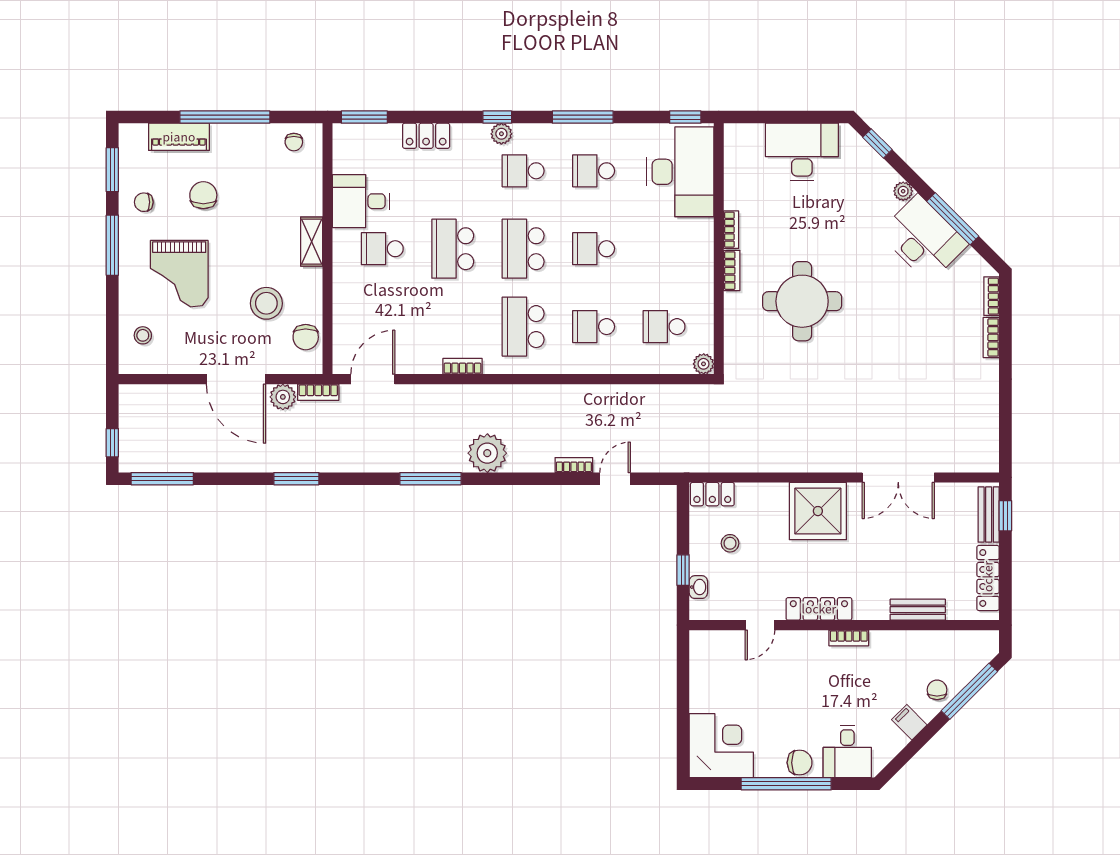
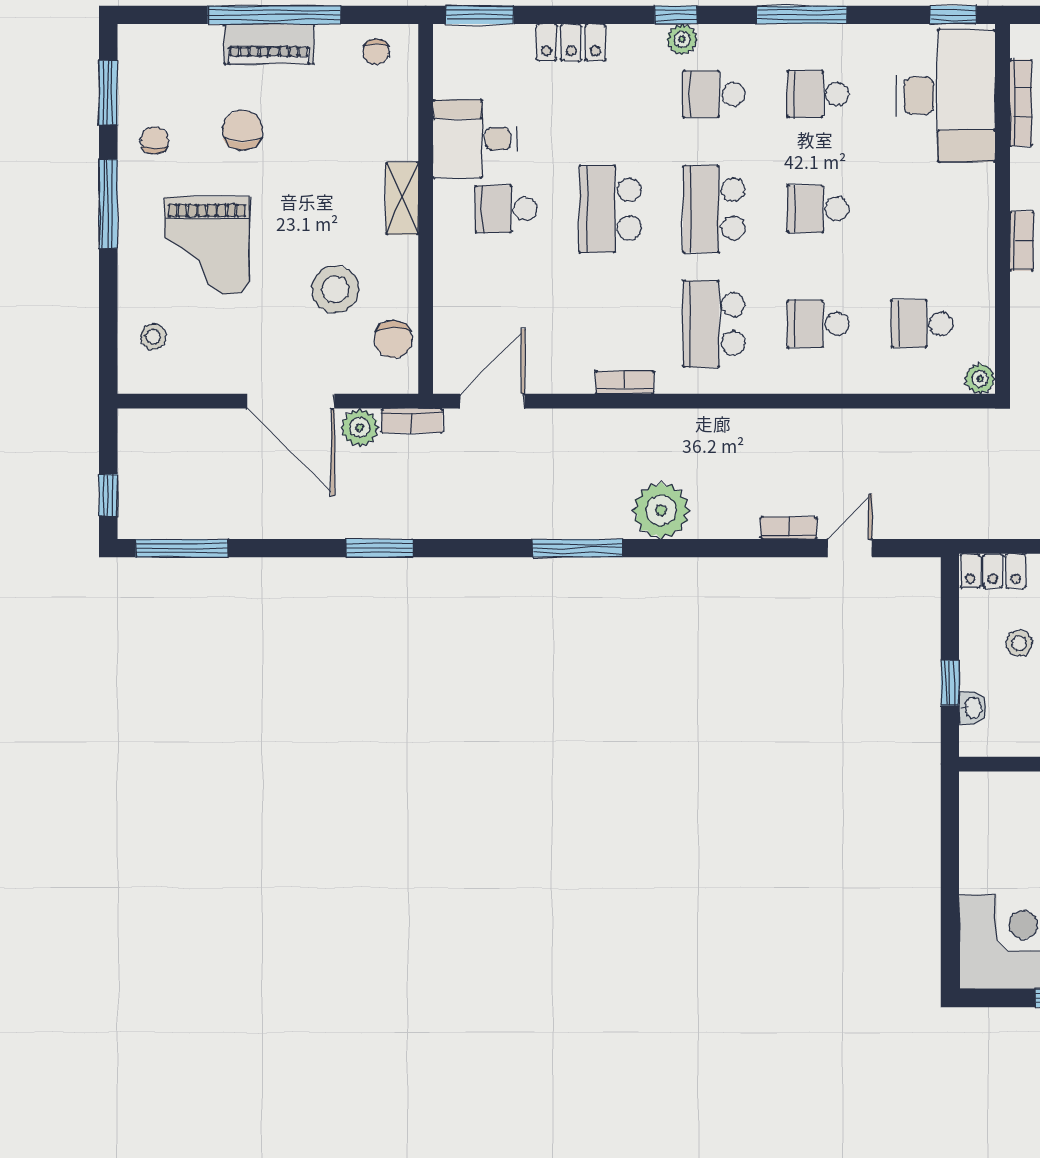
piano: (179, 137) -> (269, 44), moved
chair: (144, 202) -> (155, 140), turned 90
bookcase: (731, 230) -> (1021, 103), moved, width x1.56

